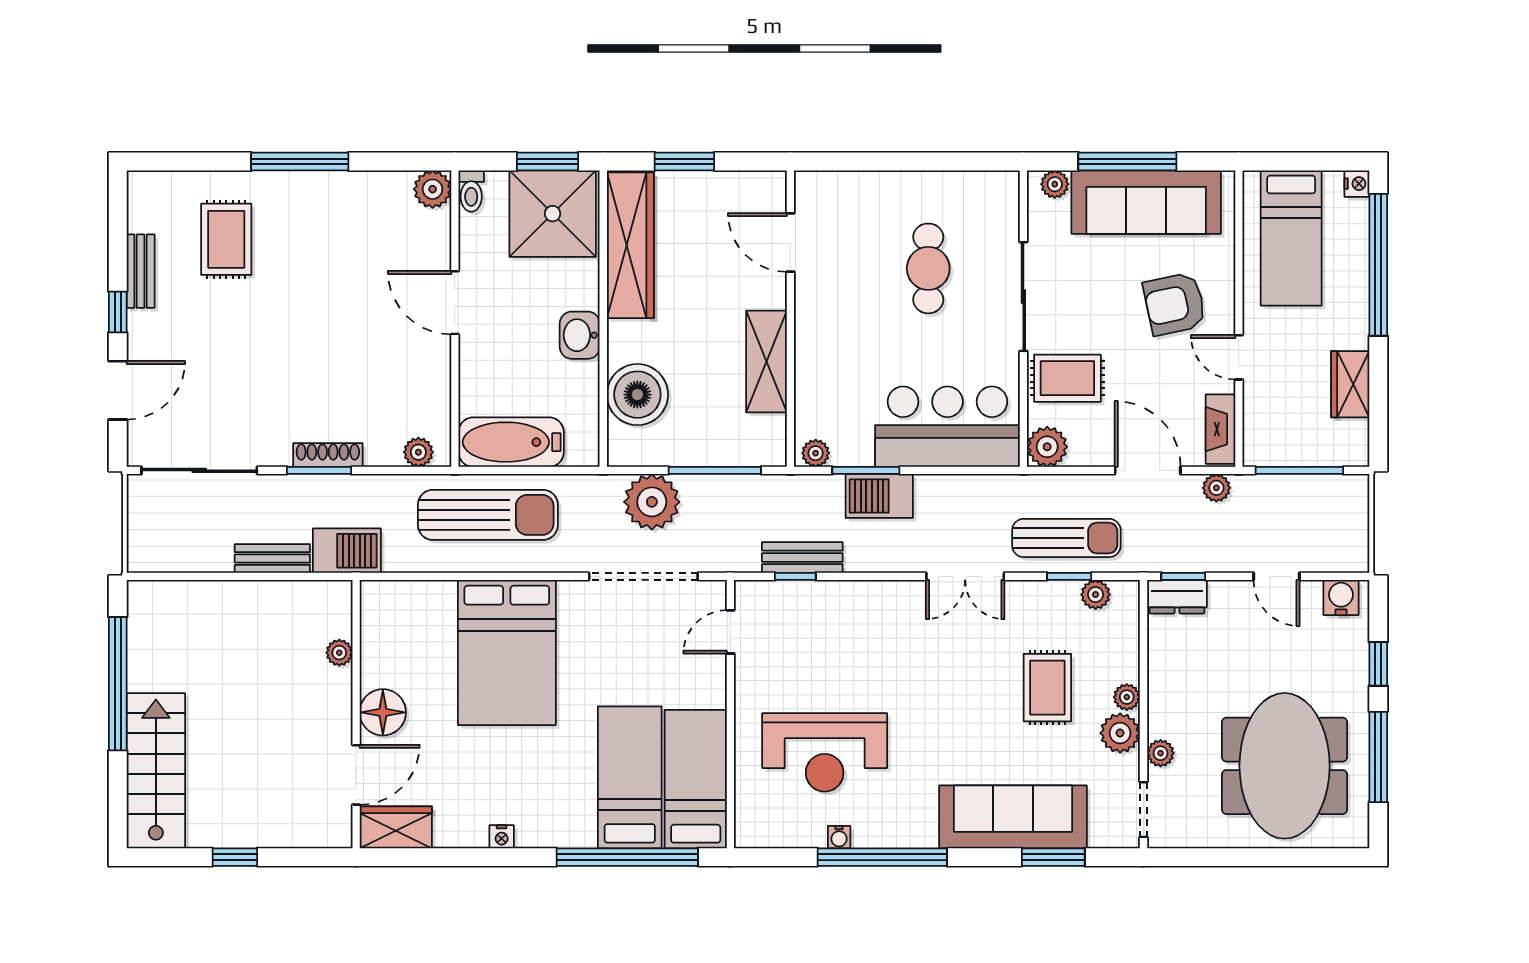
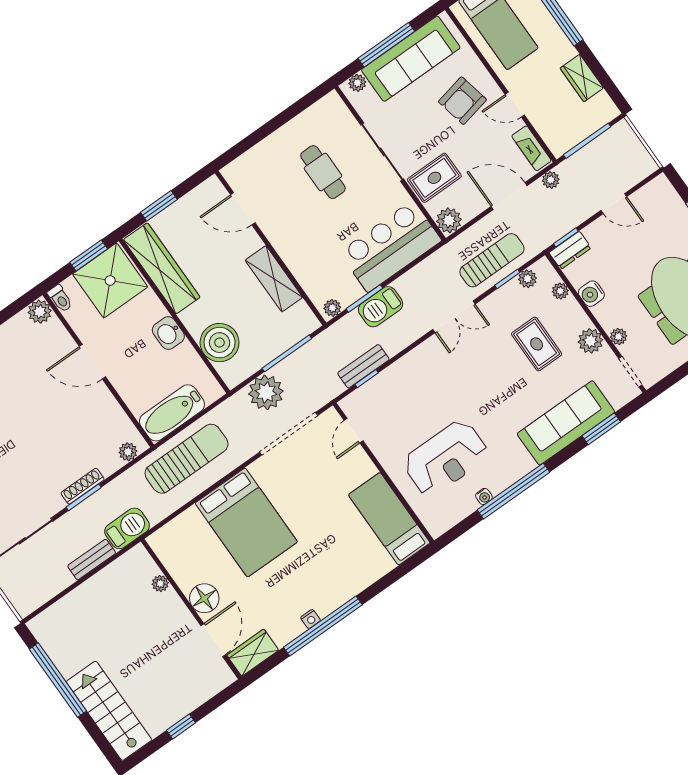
water cooler: (1341, 598) -> (591, 294), moved, turned -90
plant: (1127, 697) -> (560, 291), moved
bed: (630, 777) -> (355, 542), removed
window: (627, 857) -> (323, 626), moved

